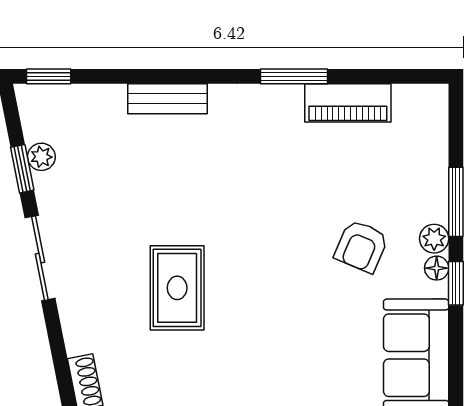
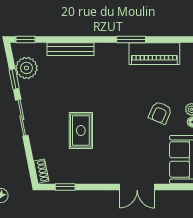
bench: (167, 99) -> (70, 49), width x1.36
piano: (348, 103) -> (154, 54), width x1.37, depth x1.33
plant: (41, 157) -> (26, 68), width x1.88, depth x1.88

